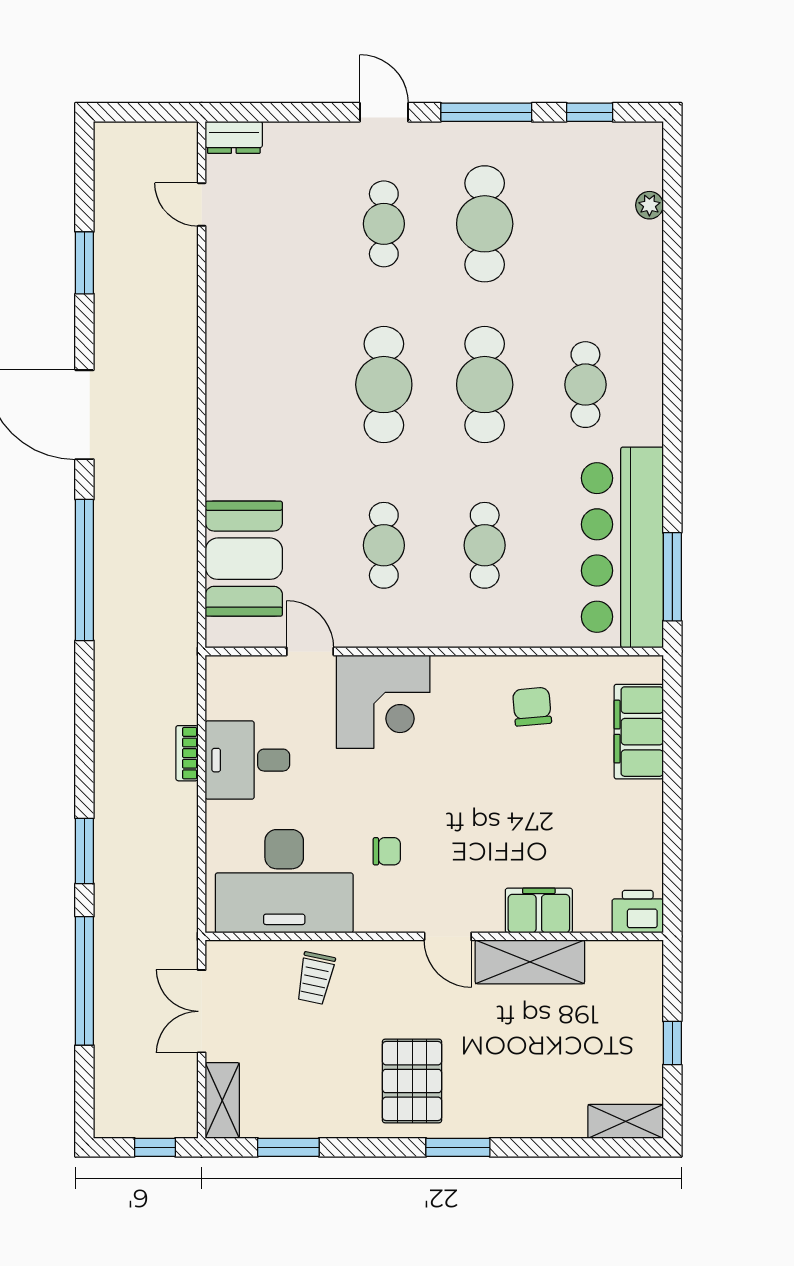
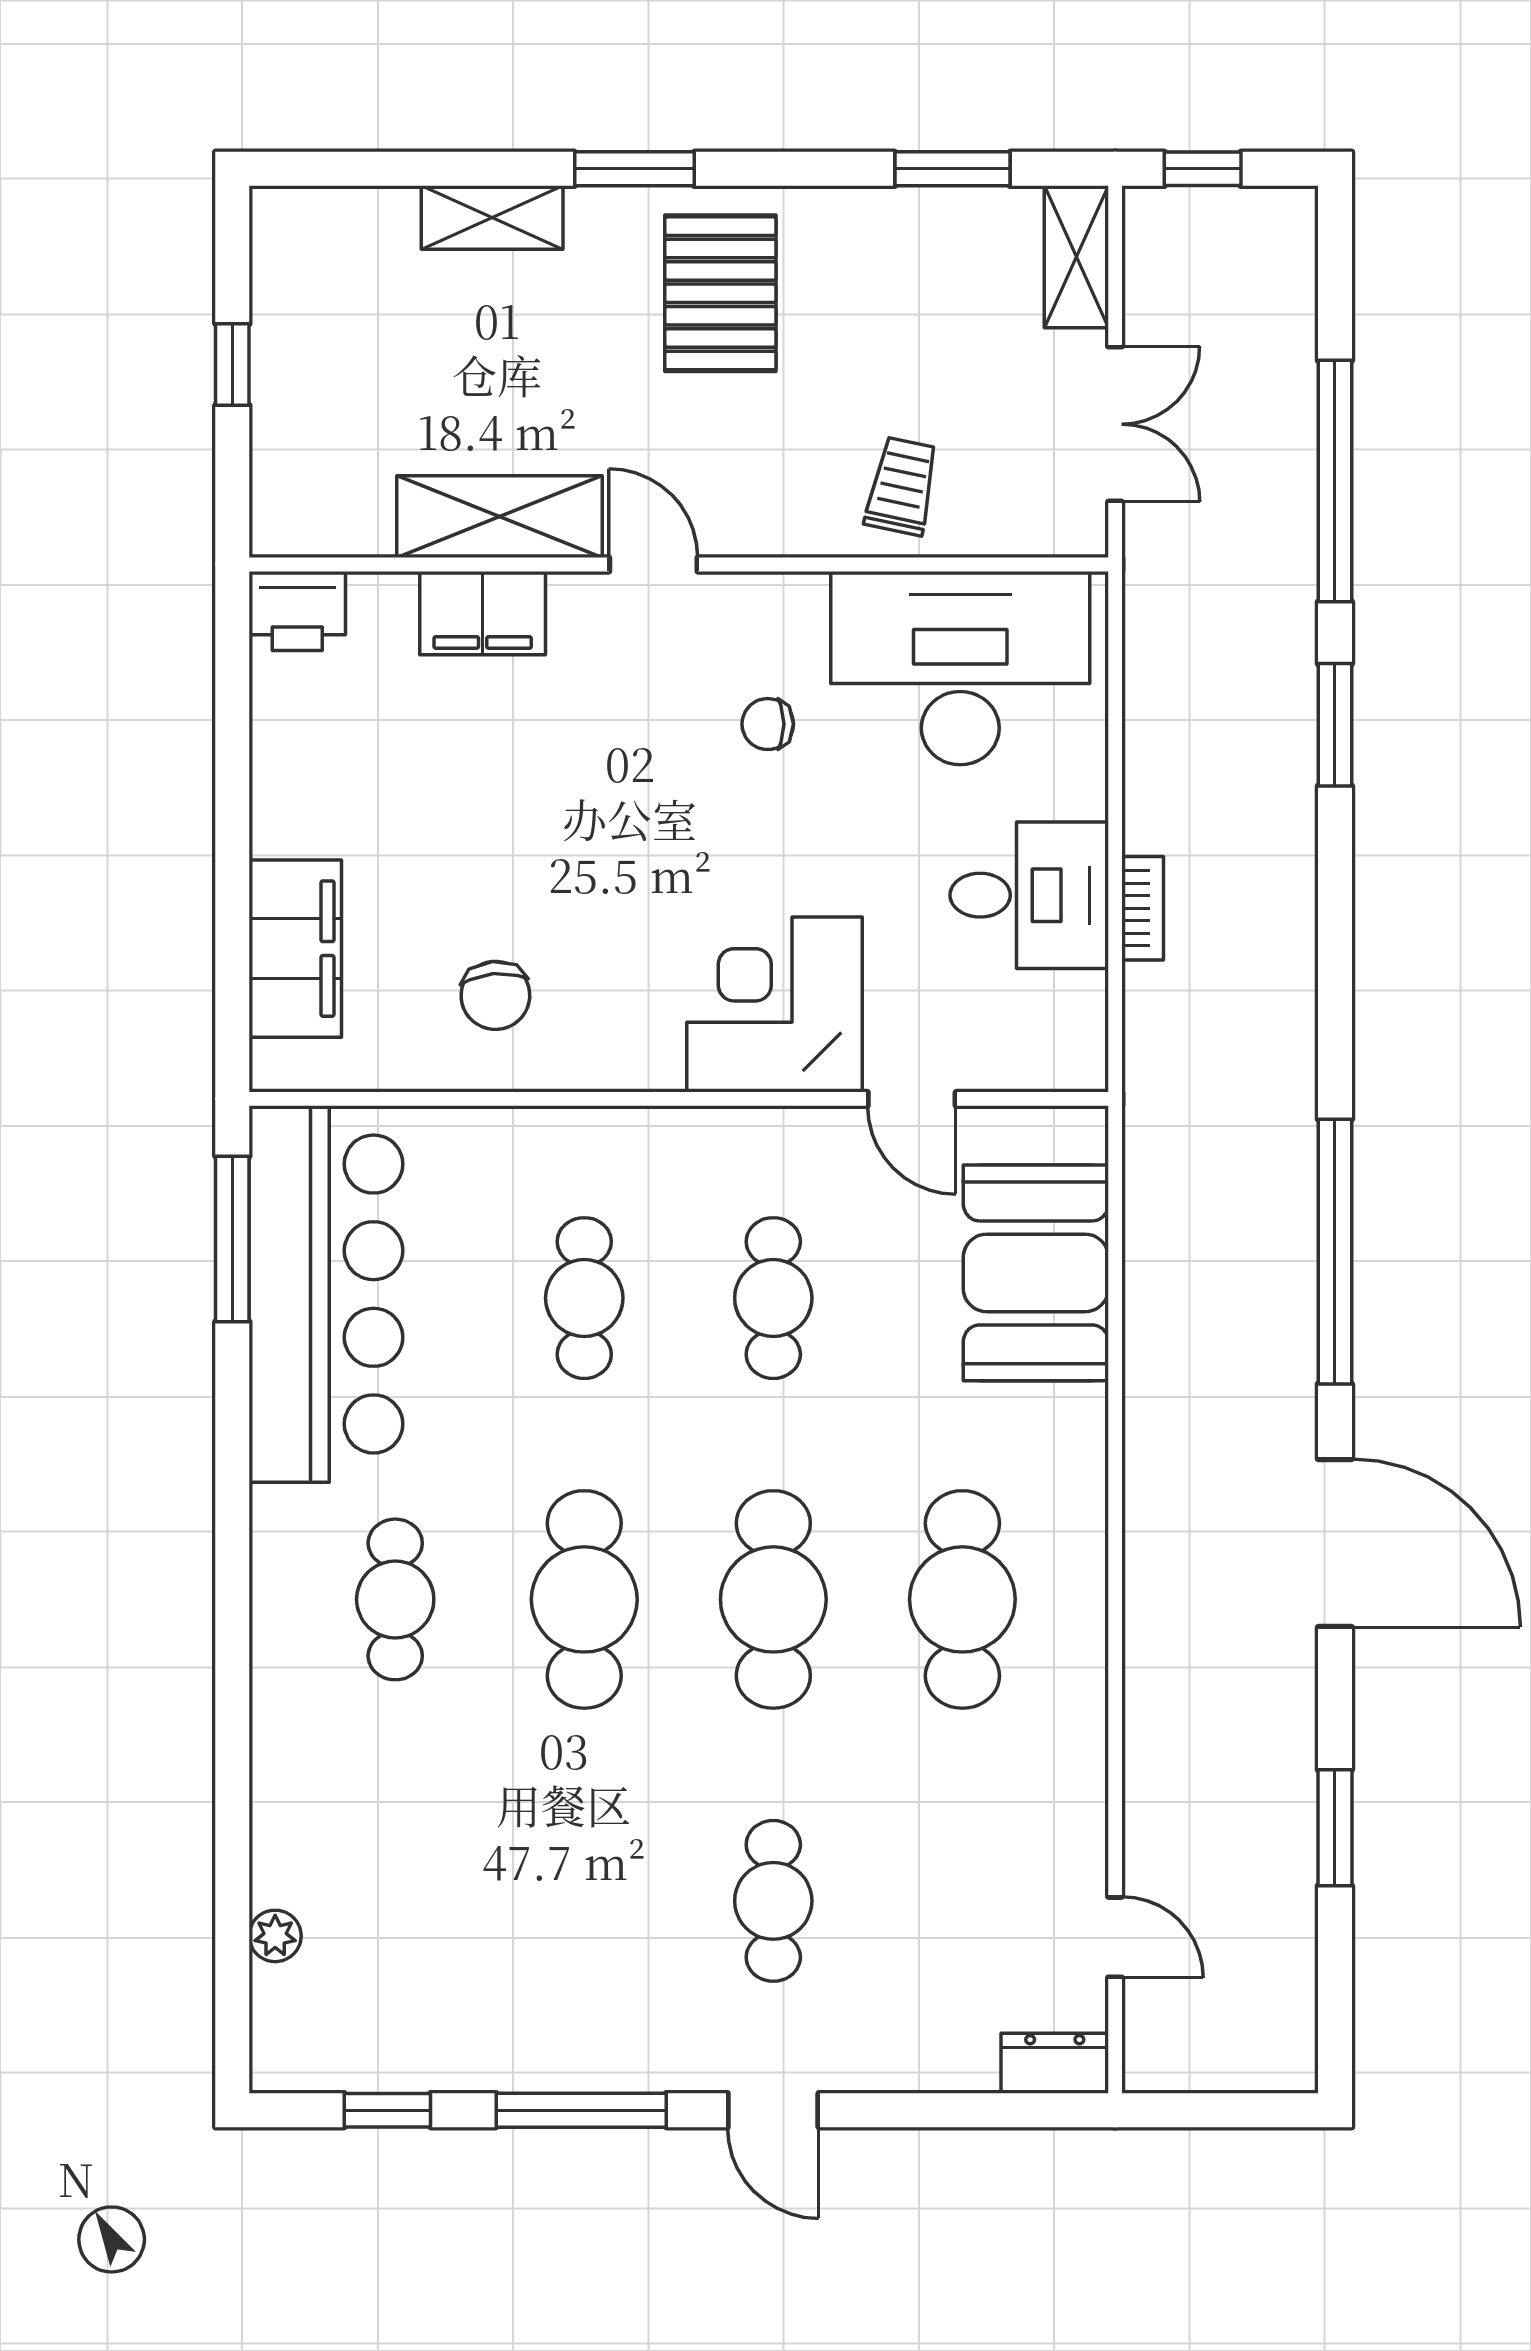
cafe table: (485, 224) -> (962, 1599), moved
shelving: (626, 1121) -> (492, 218), moved

